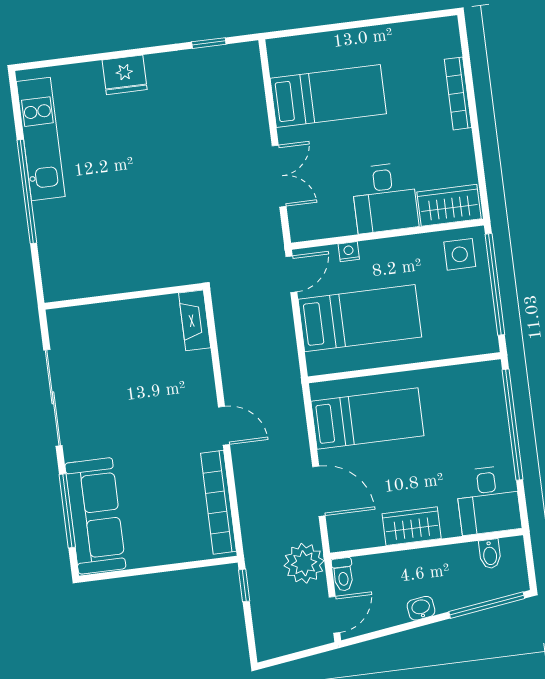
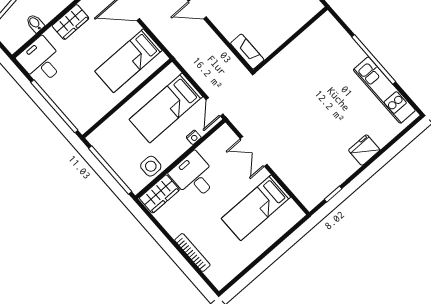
side table: (460, 254) -> (151, 166), moved
bidet: (490, 554) -> (35, 23), moved

